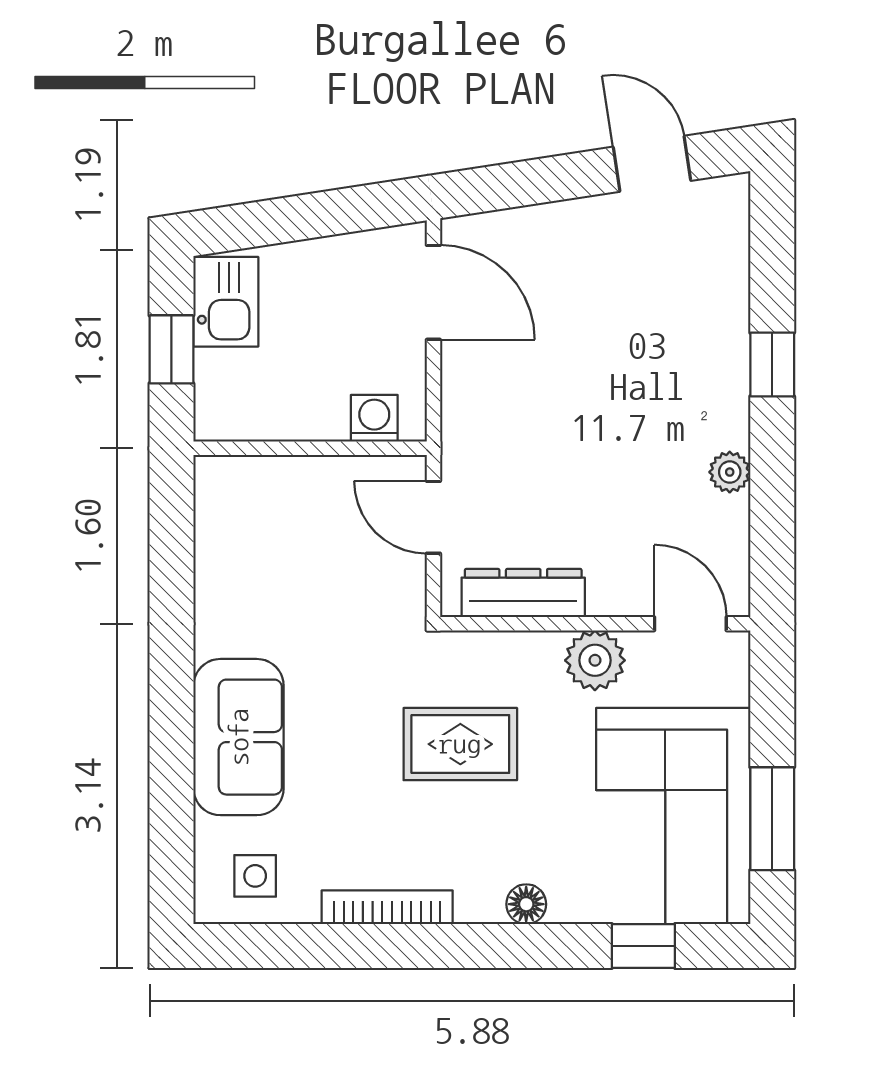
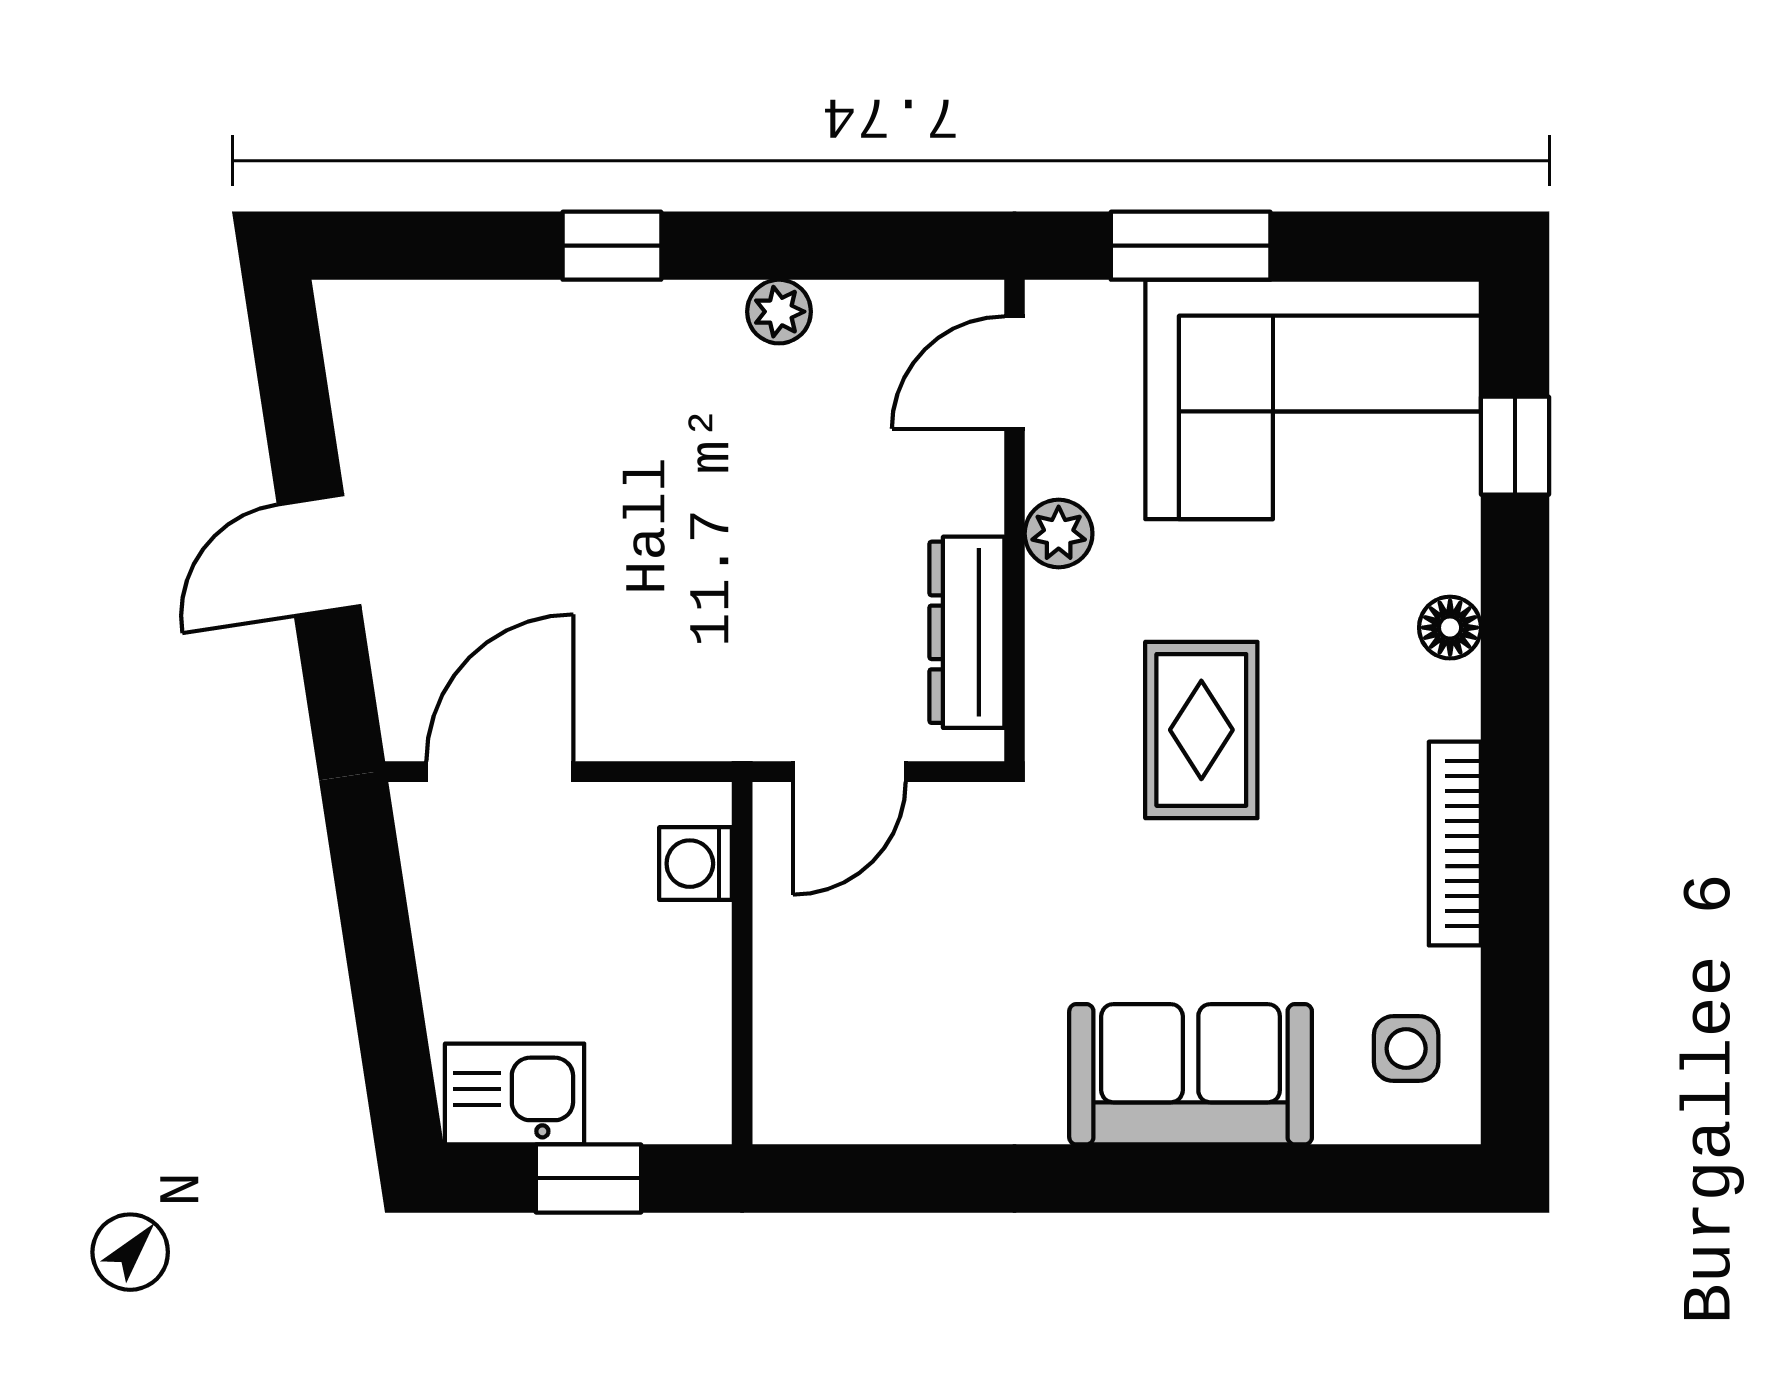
door: (652, 164) -> (319, 555), moved
plant: (595, 660) -> (1059, 534), width x0.73, depth x0.73
window: (772, 819) -> (1191, 246), moved

